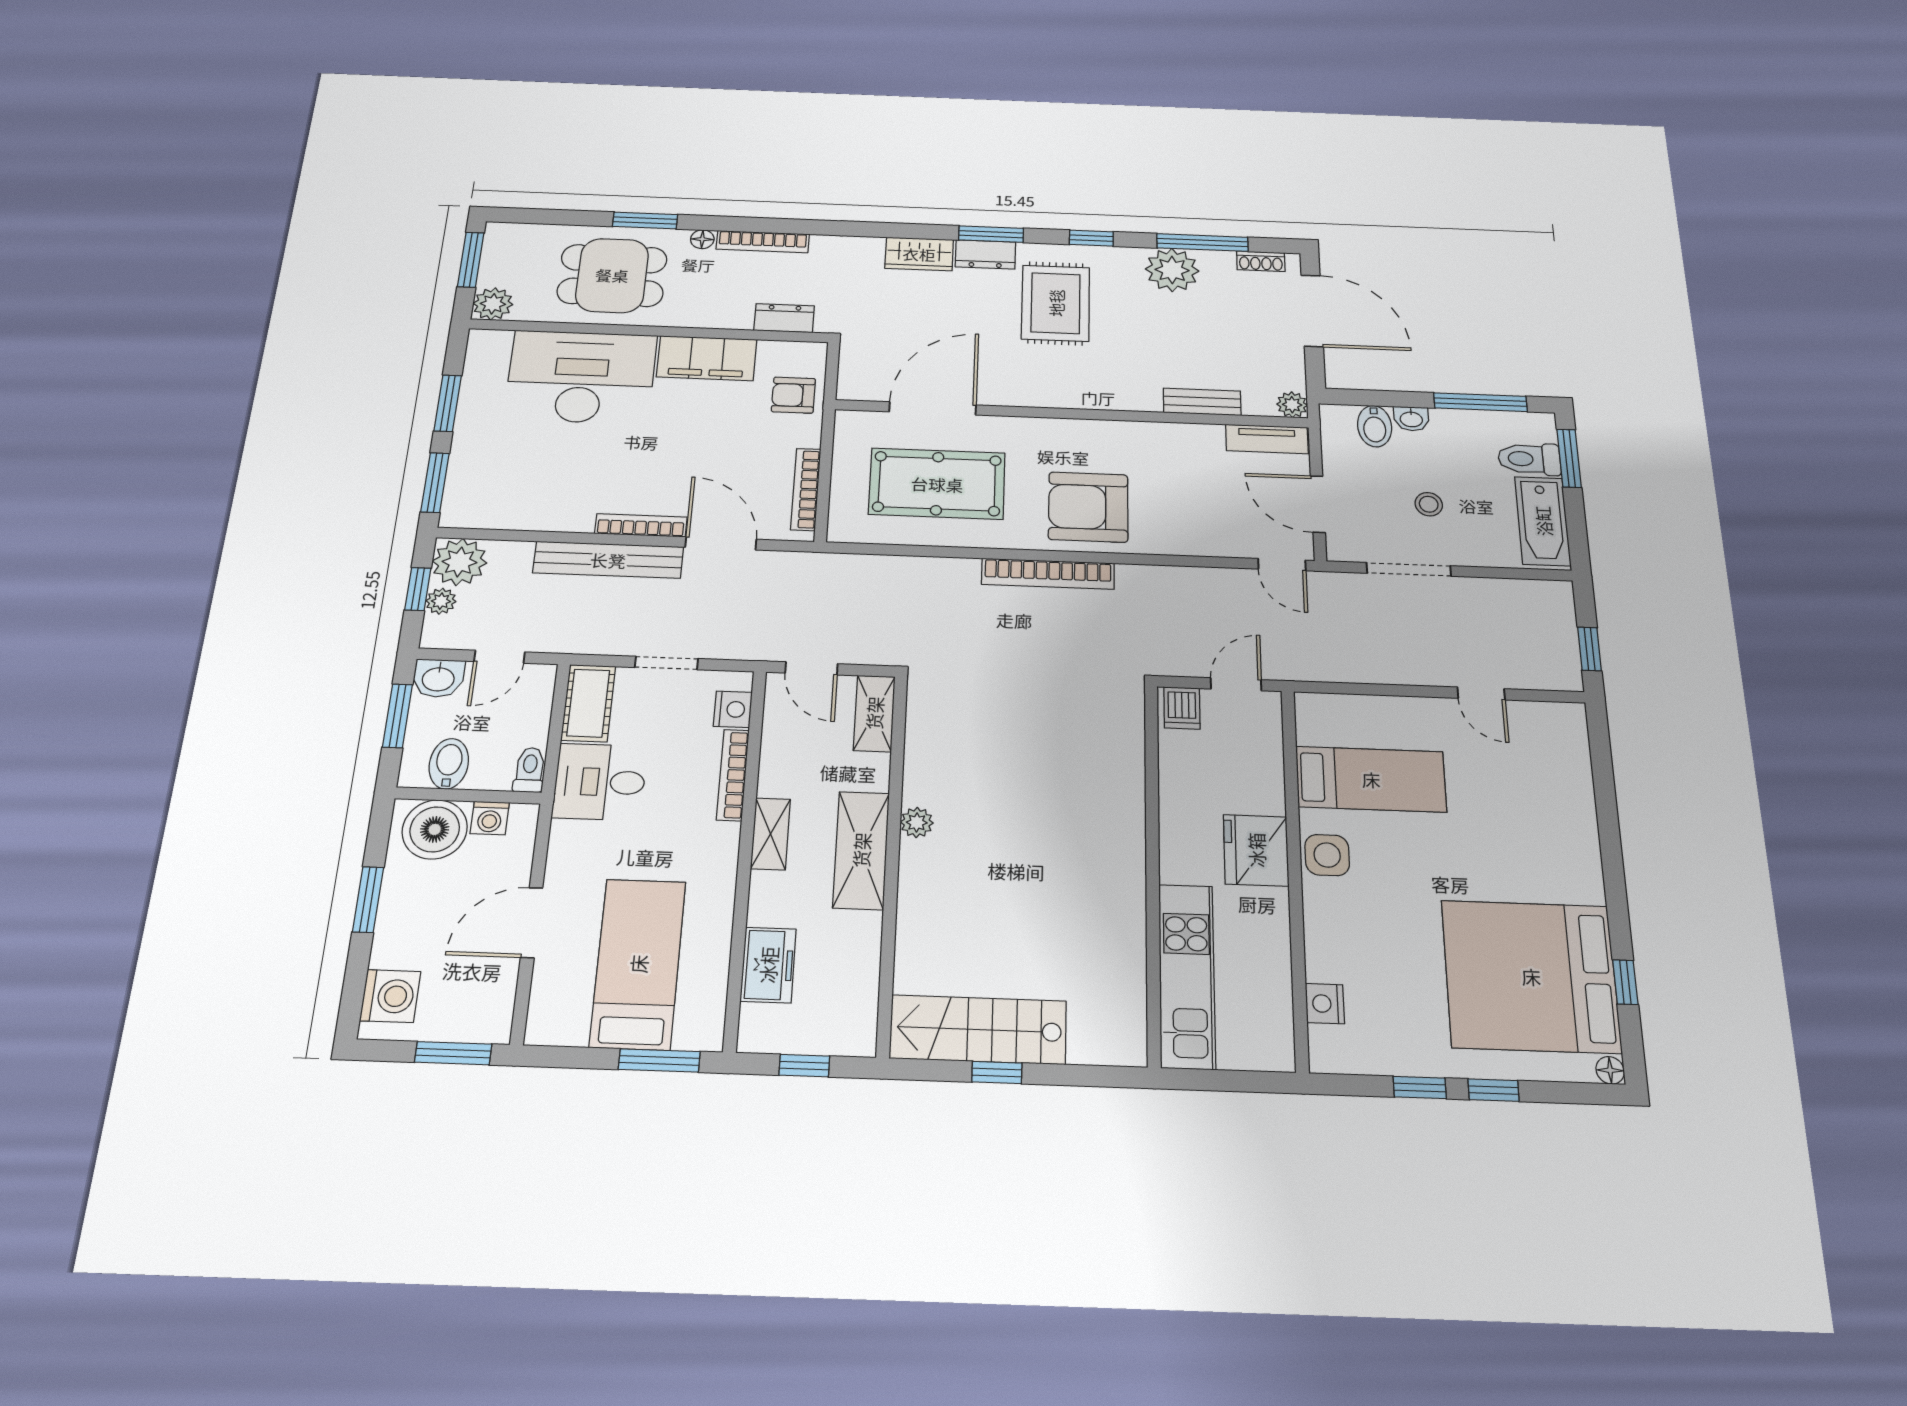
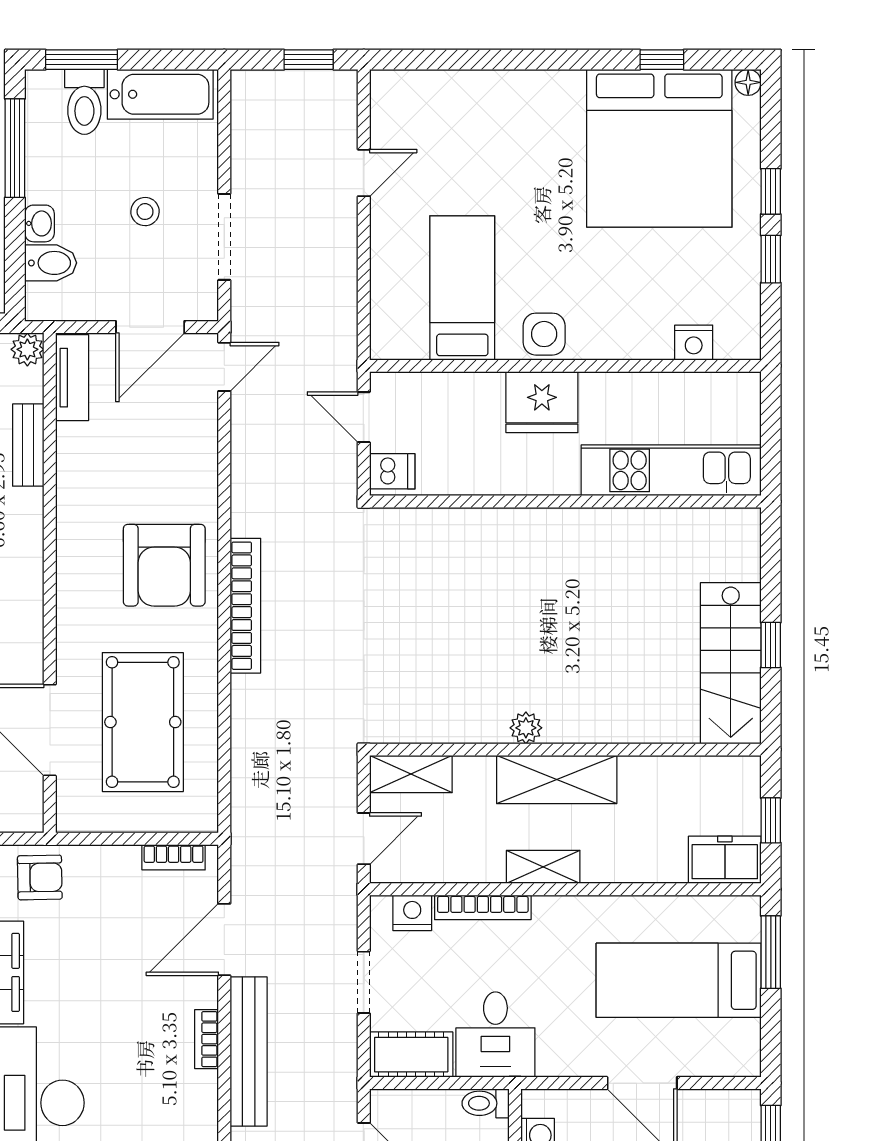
armchair: (793, 395) -> (40, 877), turned -91
bookcase: (806, 489) -> (174, 857), width x0.64
bookcase: (641, 525) -> (207, 1039), width x0.64
freezer: (768, 965) -> (725, 860), moved

